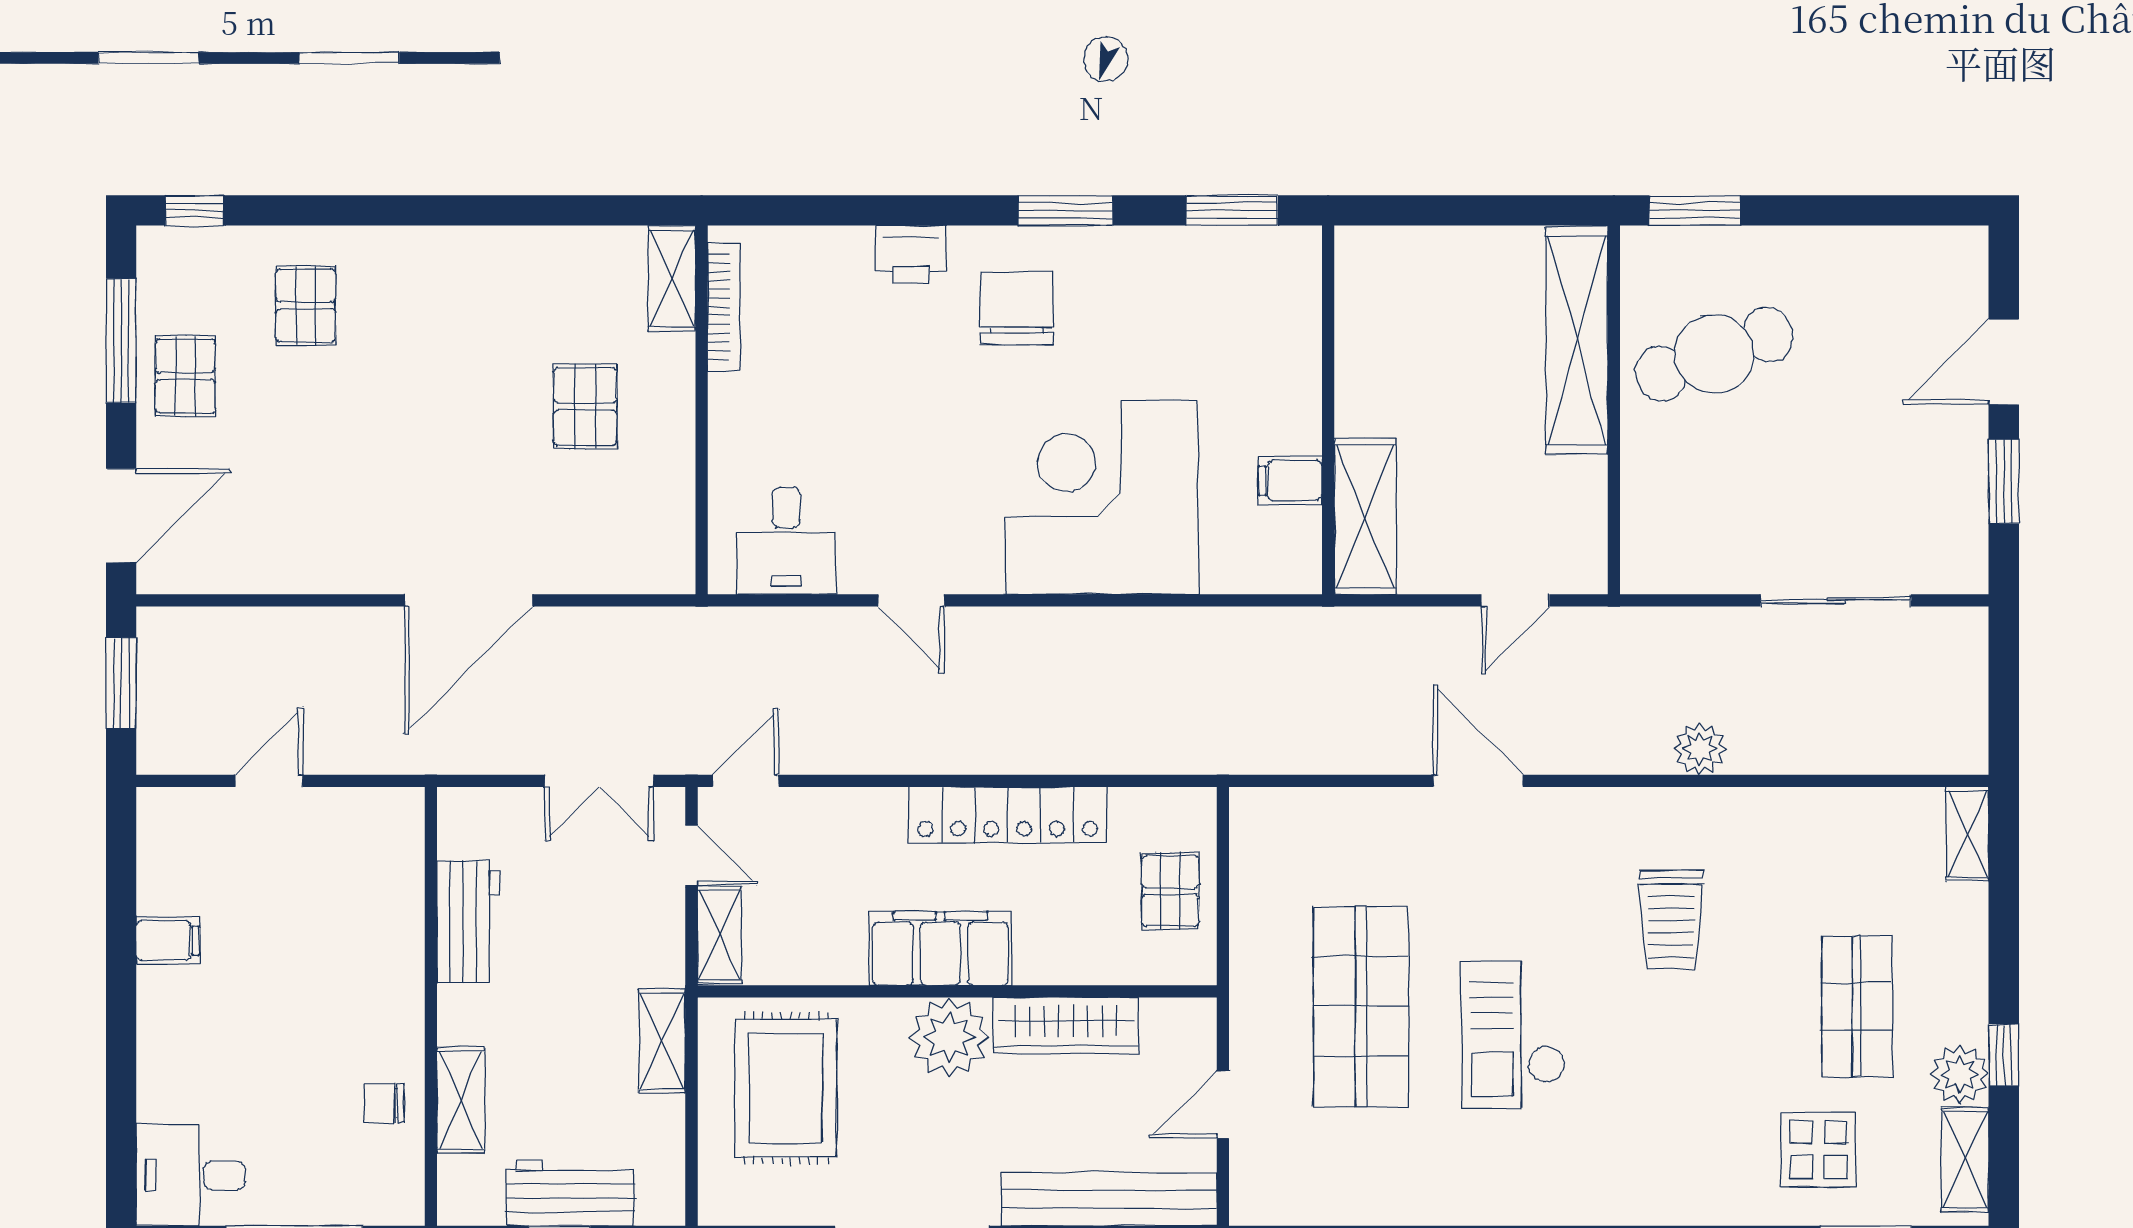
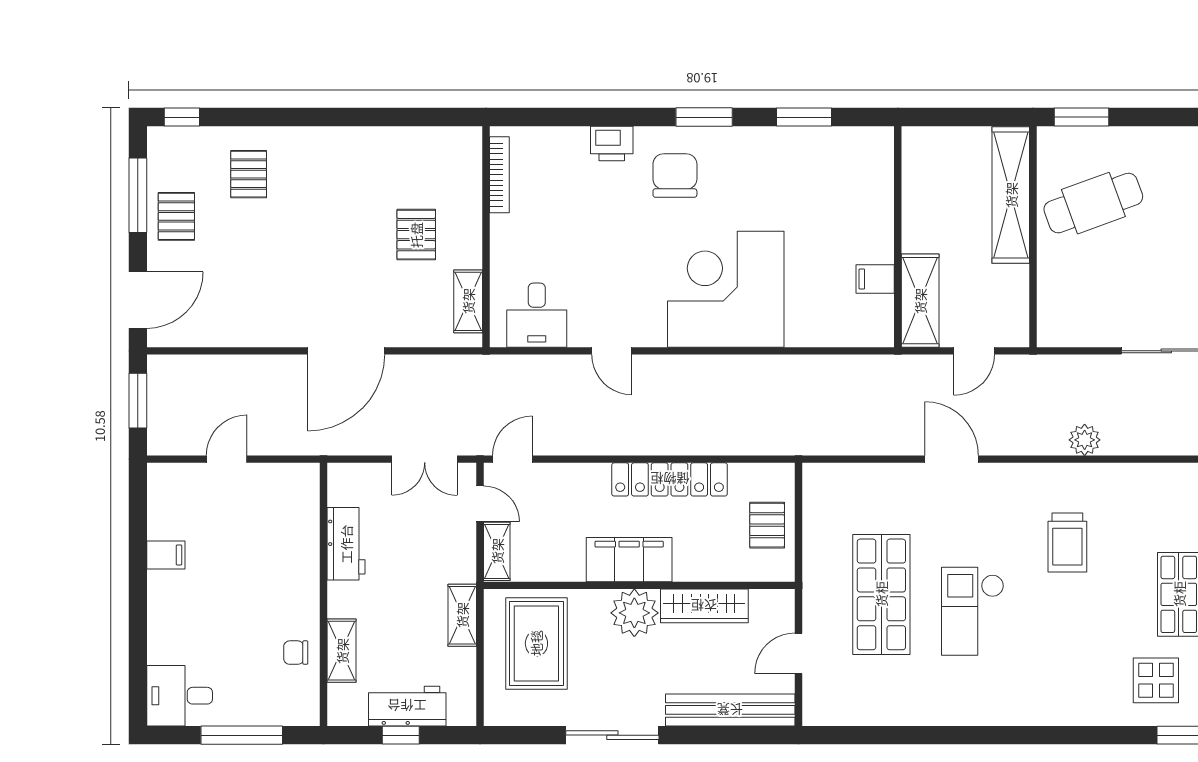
shelving: (672, 278) -> (468, 301), moved
wall: (1328, 410) -> (898, 237), moved
filing cabinet: (1290, 481) -> (875, 279), moved
shelving: (1365, 516) -> (920, 301), moved

